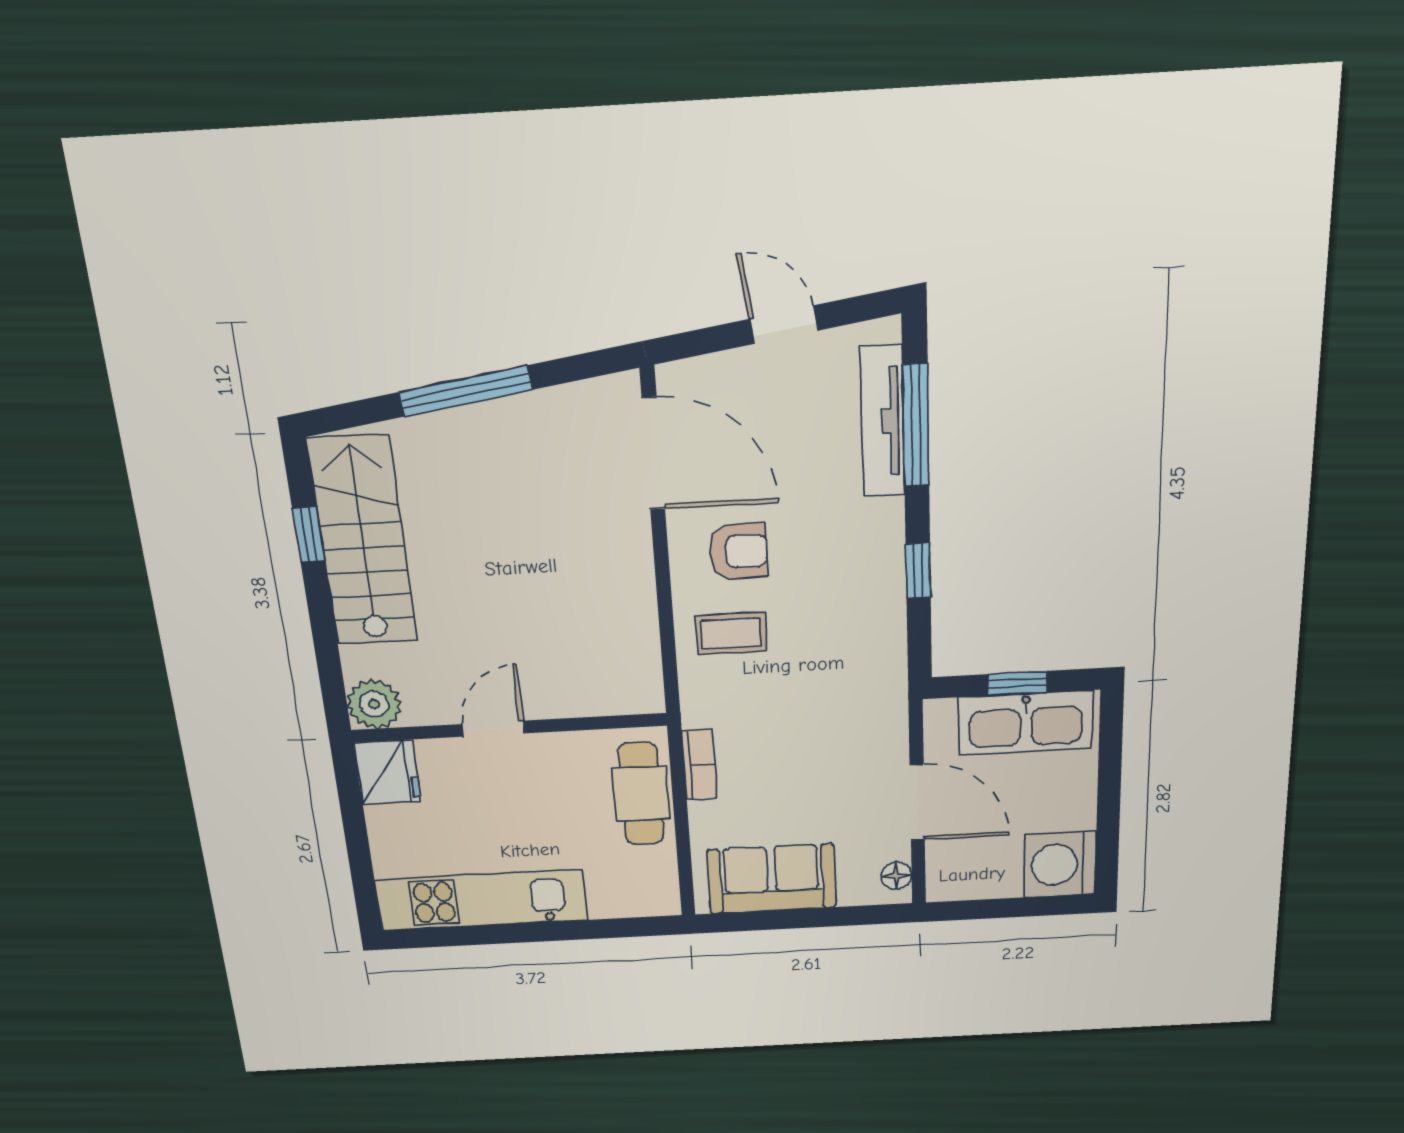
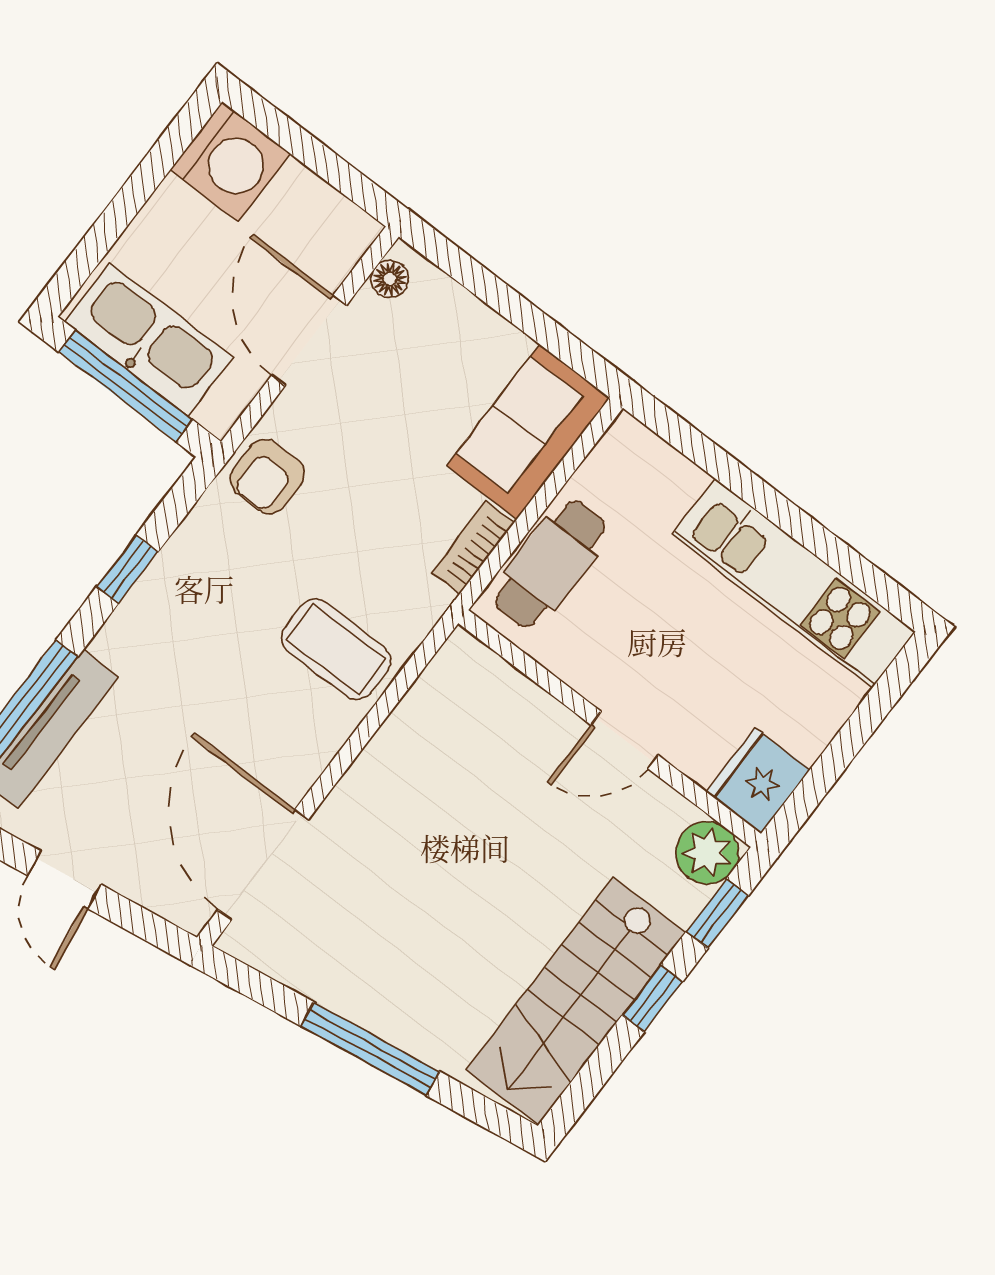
window: (308, 535) -> (652, 998), moved
armchair: (738, 552) -> (267, 476), moved, turned -90
coffee table: (731, 633) -> (336, 649), width x1.36, depth x1.30
window: (330, 673) -> (717, 914), added
window: (1017, 683) -> (126, 386), width x2.17
sofa: (772, 879) -> (528, 432), moved, turned 90

